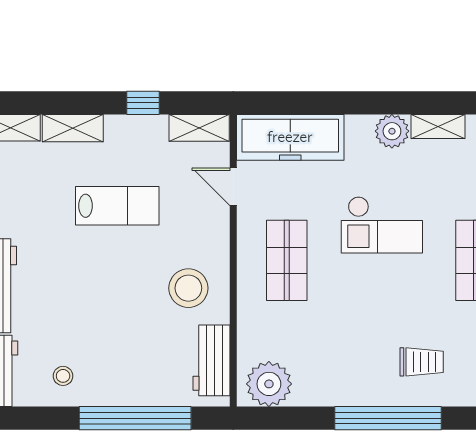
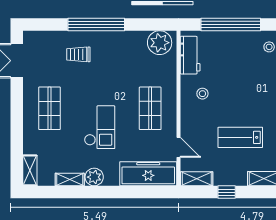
checkout: (382, 225) -> (100, 127), turned 90
stool: (188, 288) -> (202, 94), width x0.53, depth x0.53

